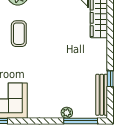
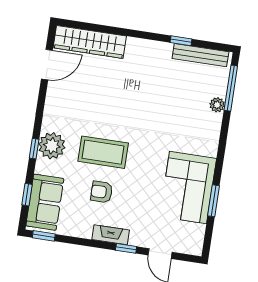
coffee table: (19, 34) -> (103, 152), width x1.36, depth x1.32

